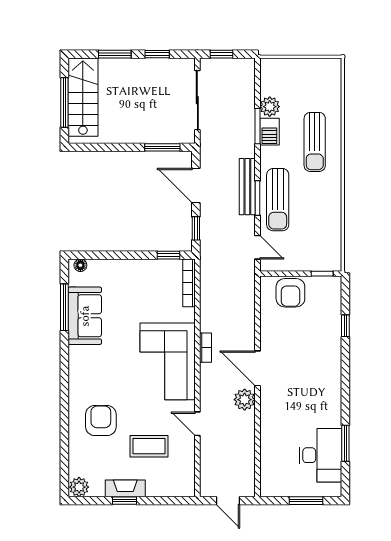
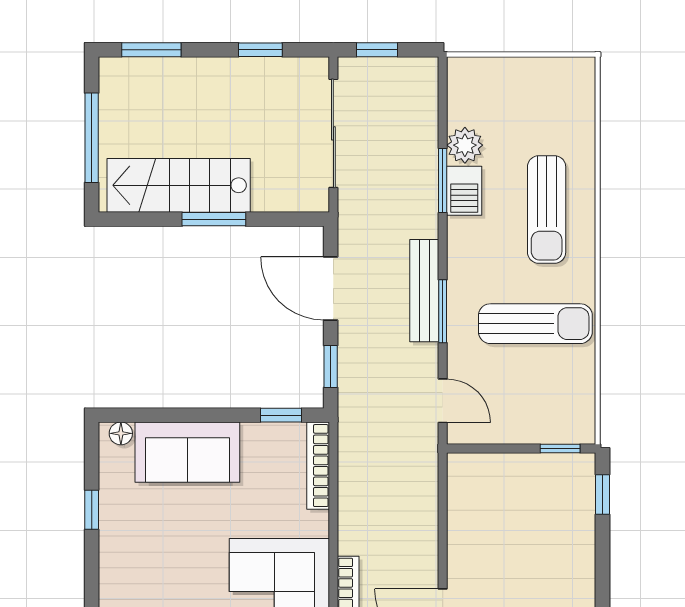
window: (115, 54) -> (151, 50), moved
stairs: (83, 97) -> (179, 185), moved, turned -90
window: (162, 147) -> (214, 219), moved
sun lounger: (278, 200) -> (535, 324), moved, turned -90
armchair: (290, 293) -> (502, 483), removed
window: (64, 307) -> (92, 510), width x0.46
sofa: (85, 316) -> (187, 452), moved, turned 90
window: (345, 326) -> (602, 495), moved

